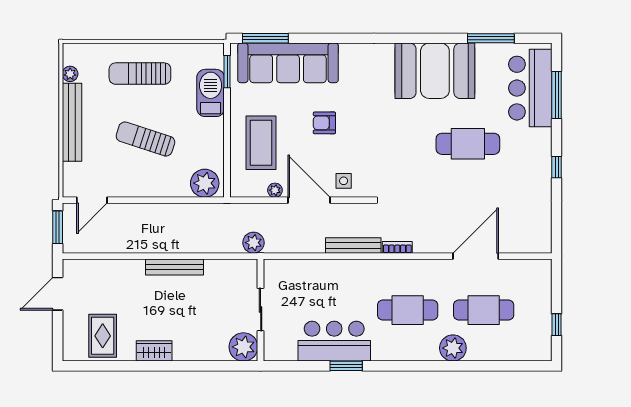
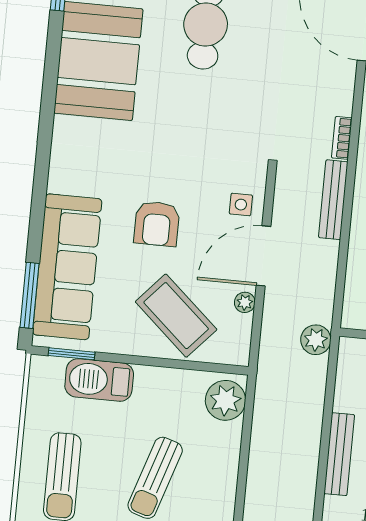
armchair: (324, 123) -> (157, 224), width x1.38, depth x1.38
coffee table: (261, 143) -> (176, 316), turned 42

